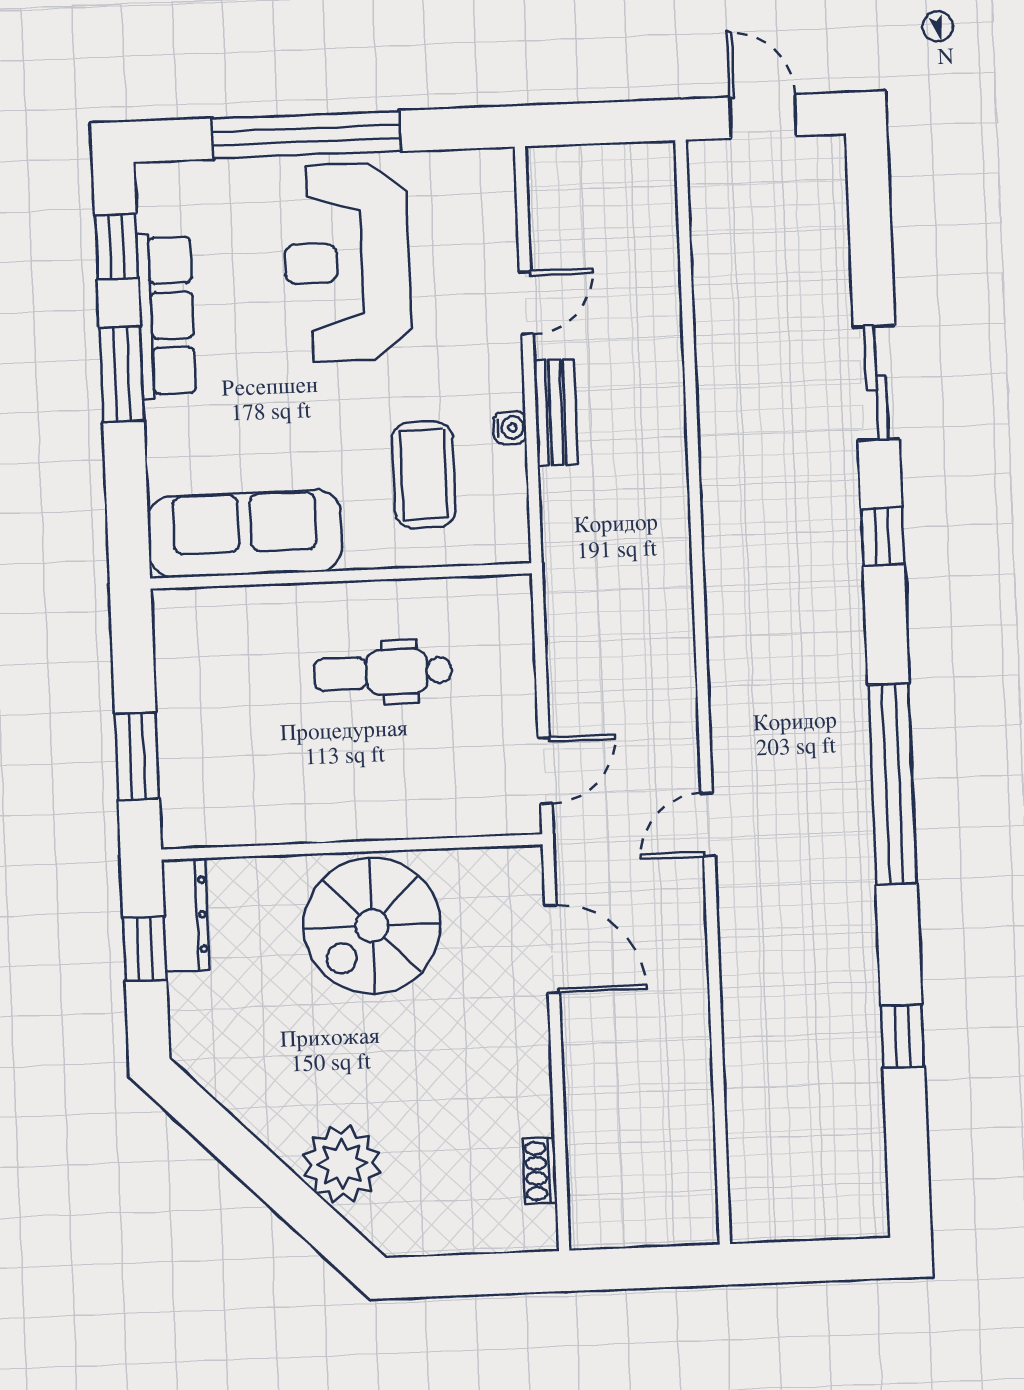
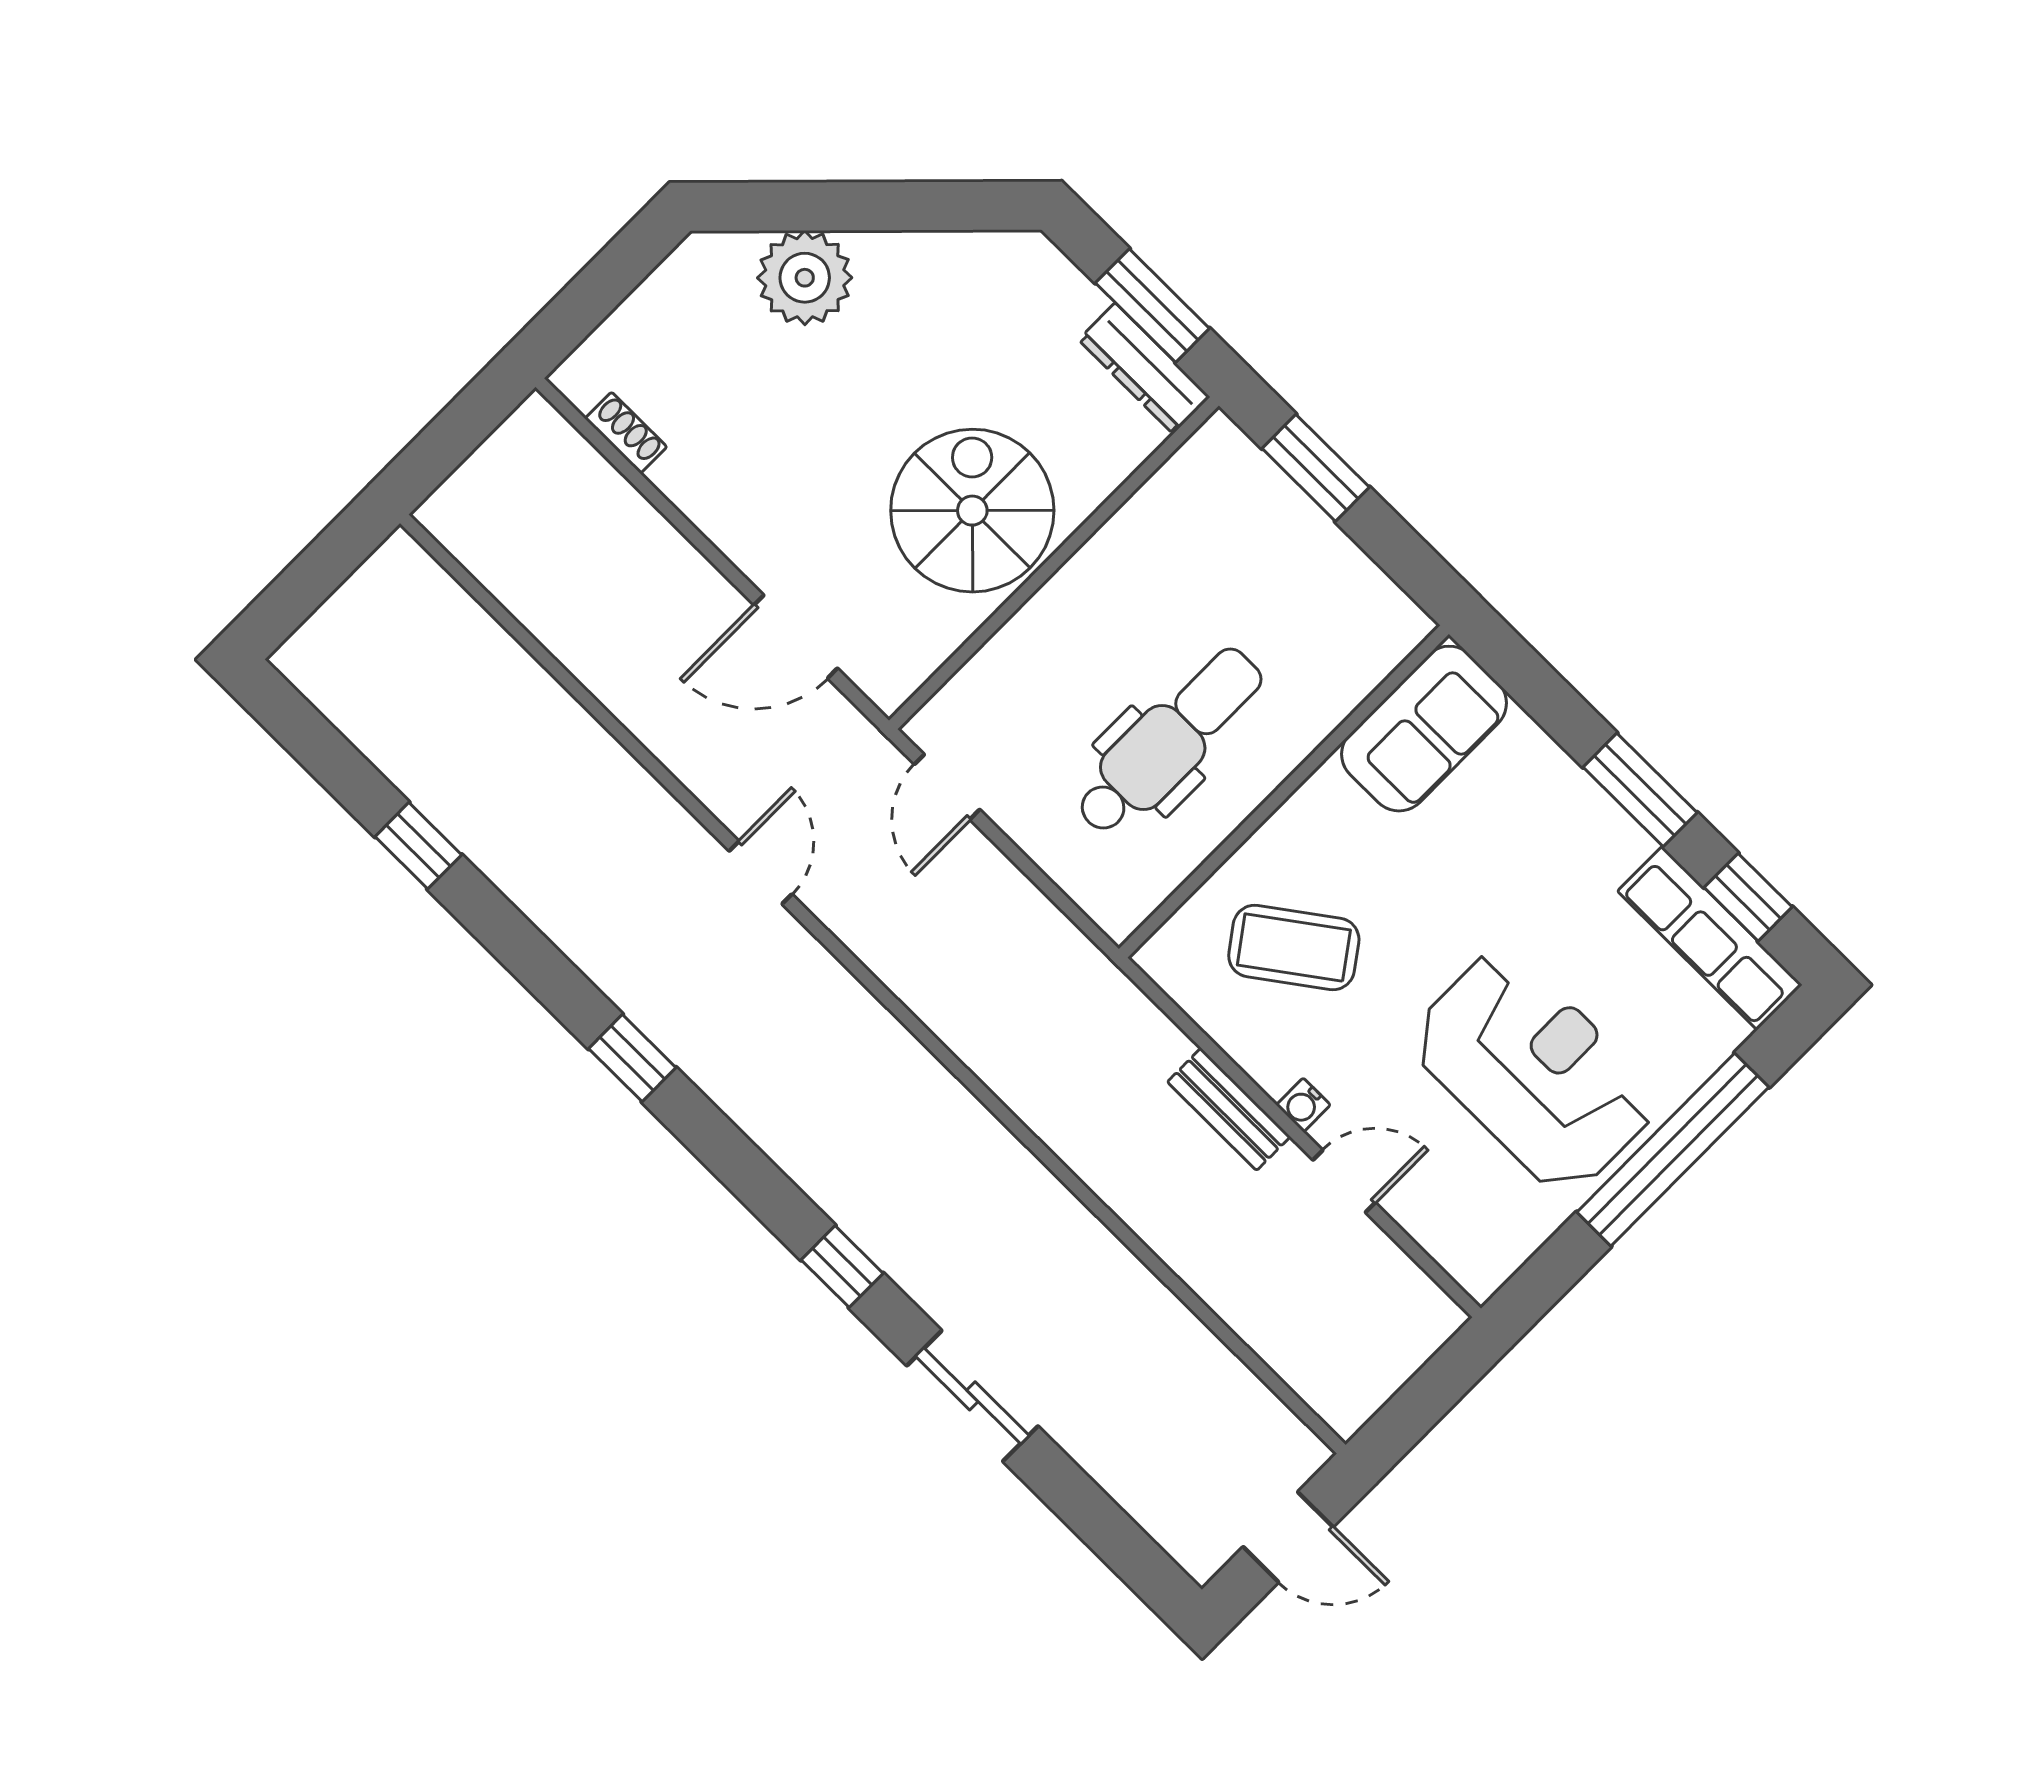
door: (526, 303) -> (1344, 1181), swing flipped
row of seats: (166, 316) -> (1710, 938), moved
water cooler: (510, 428) -> (1303, 1105), moved
coffee table: (424, 475) -> (1294, 947), turned -36
sofa: (245, 534) -> (1424, 729), width x0.73
dental chair: (383, 672) -> (1169, 741), width x1.36, depth x1.38
window: (892, 784) -> (632, 1058), width x0.32
window: (145, 949) -> (1152, 306), width x1.50

